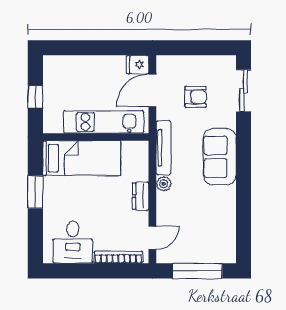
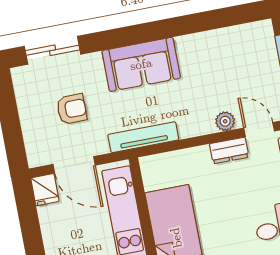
armchair: (196, 97) -> (72, 109), turned 90
plant: (164, 184) -> (225, 121), moved
dresser: (141, 196) -> (229, 150), moved

